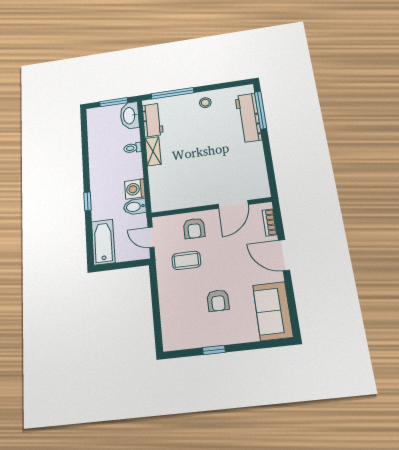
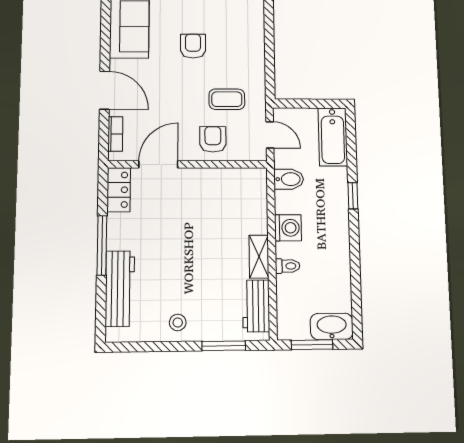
window: (173, 93) -> (224, 346), width x0.69
window: (261, 110) -> (102, 245), moved
washbasin: (130, 116) -> (332, 326), moved, turned -90
locker: (260, 182) -> (119, 190), added
washing machine: (135, 189) -> (288, 228), moved

